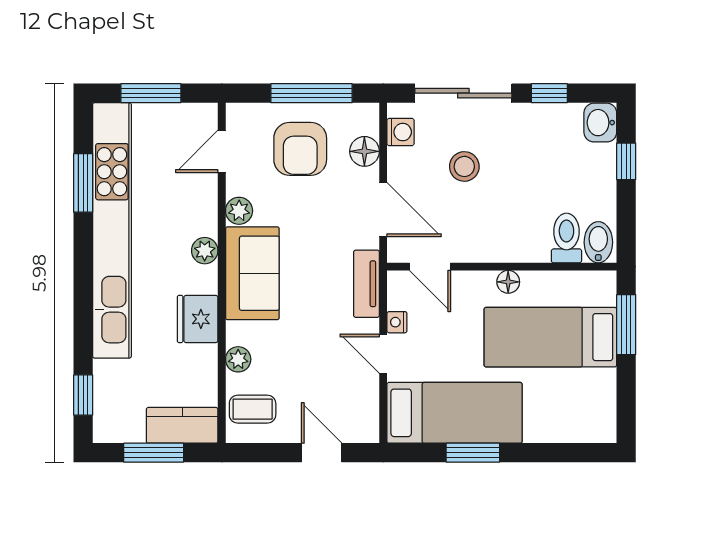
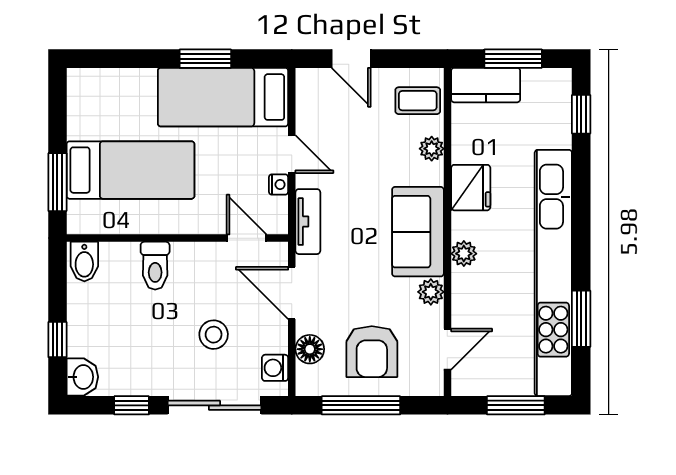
armchair: (300, 149) -> (372, 352), turned 180
toilet: (566, 238) -> (155, 266), moved
floor lamp: (508, 282) -> (171, 223), removed

